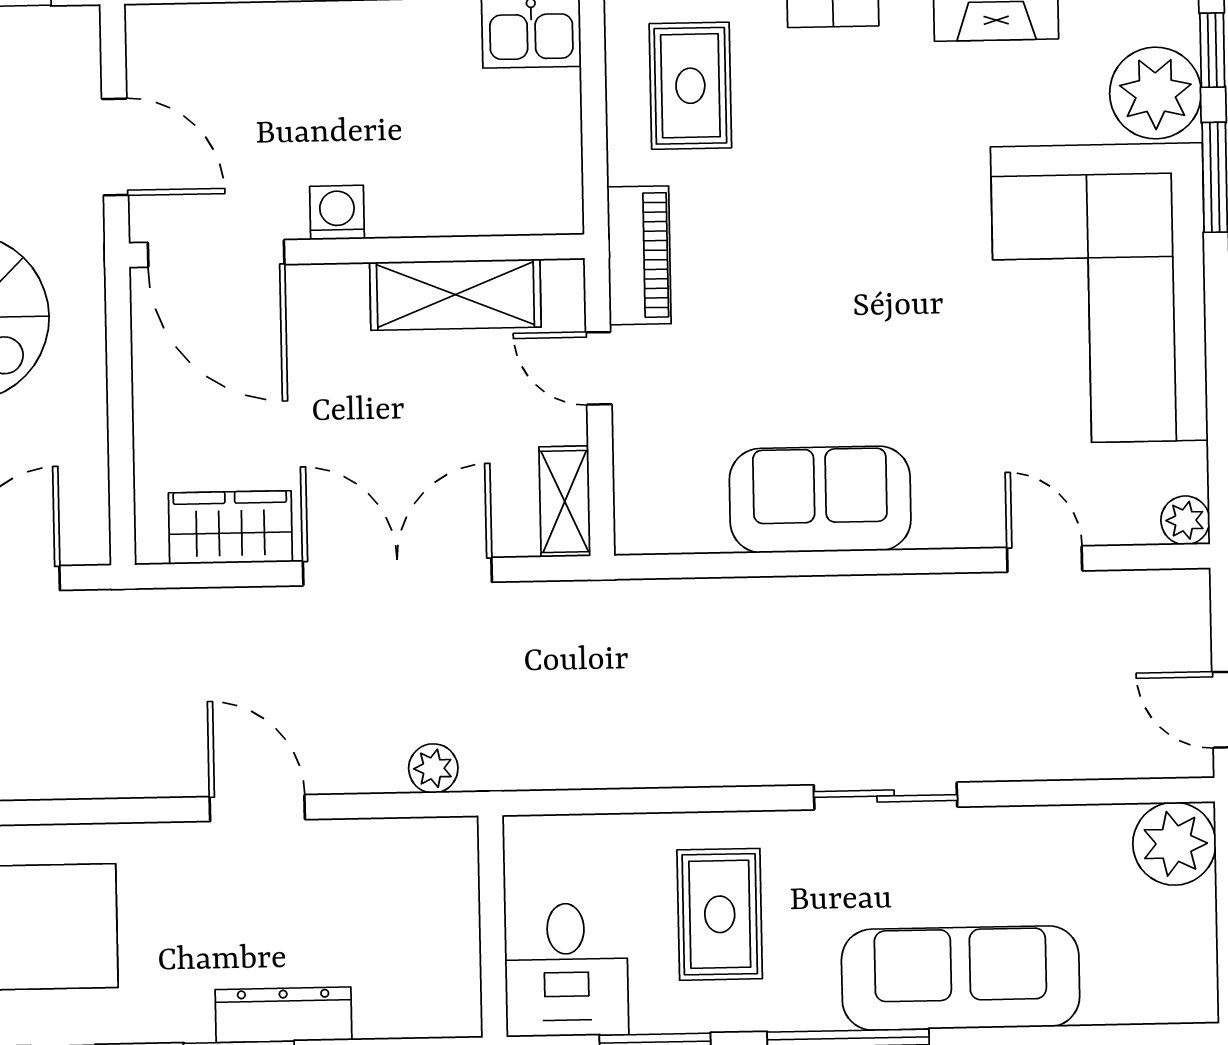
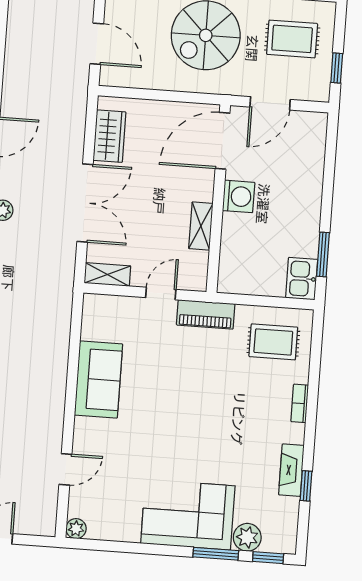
plant: (1156, 93) -> (247, 537), width x0.73, depth x0.73
washing machine: (337, 213) -> (239, 196), width x1.38, depth x1.38
corner sofa: (1099, 293) -> (188, 515), width x0.73, depth x0.74
shelving: (455, 295) -> (201, 226), width x0.67, depth x0.75

